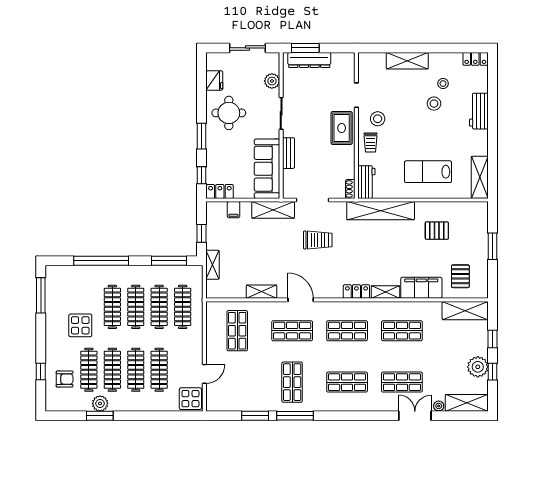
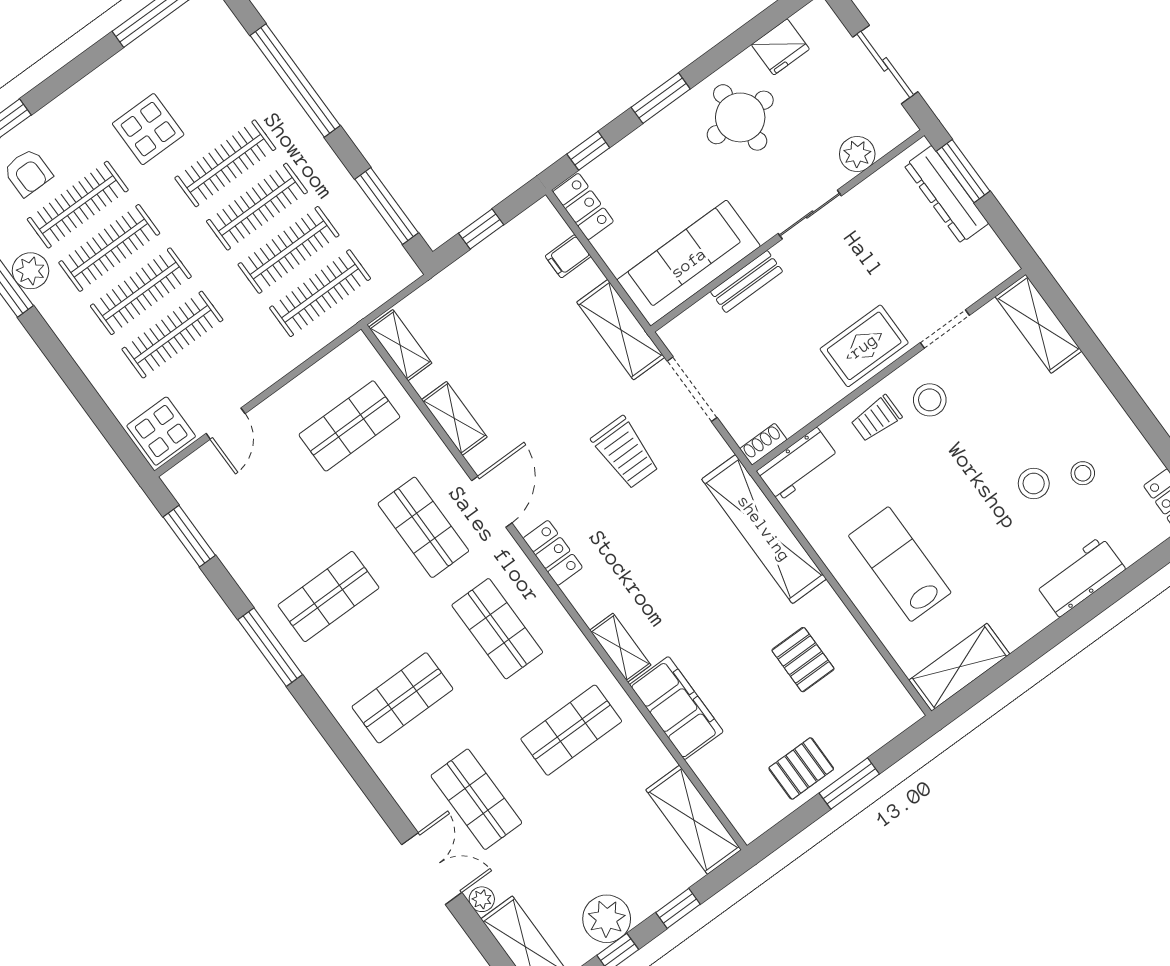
shelving: (407, 61) -> (1039, 324), moved
shelving: (212, 265) -> (400, 345), moved, turned 90
pallet: (460, 276) -> (801, 768), moved
locker: (356, 292) -> (553, 553), moved
shop shelf: (402, 331) -> (571, 730), turned 90
door: (204, 374) -> (226, 424), hinge flipped
shop shelf: (347, 382) -> (402, 698), turned 90
window: (255, 416) -> (189, 536), moved

